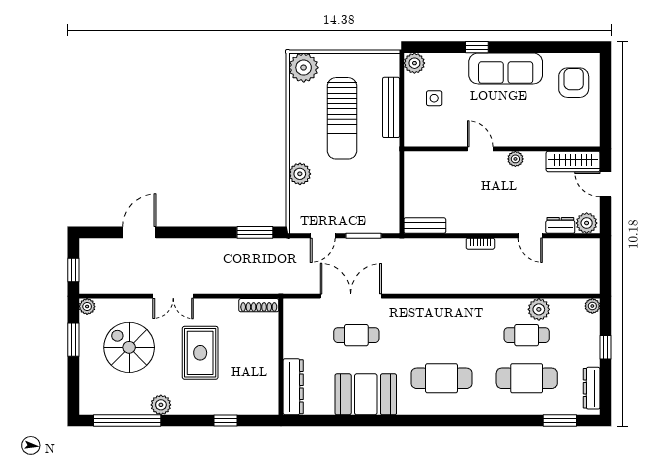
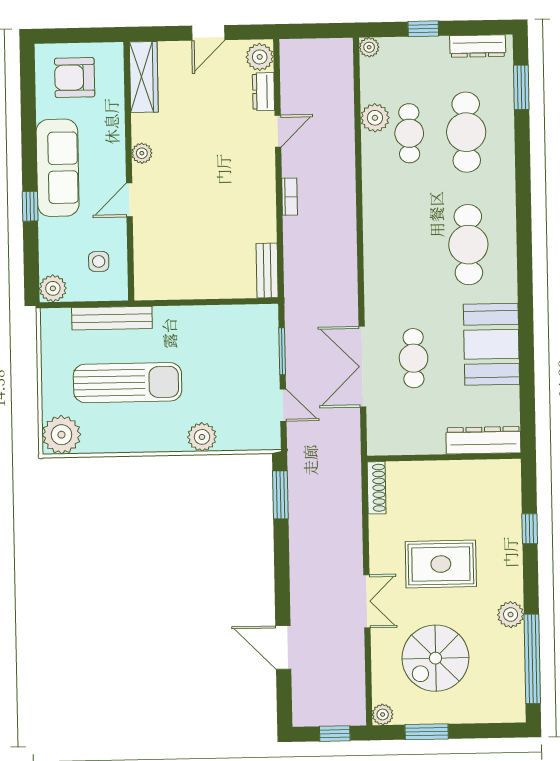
door: (480, 149) -> (129, 200), moved
wall: (502, 149) -> (129, 171), moved
plant: (515, 159) -> (142, 153), moved
wardrobe: (573, 161) -> (144, 77), moved

